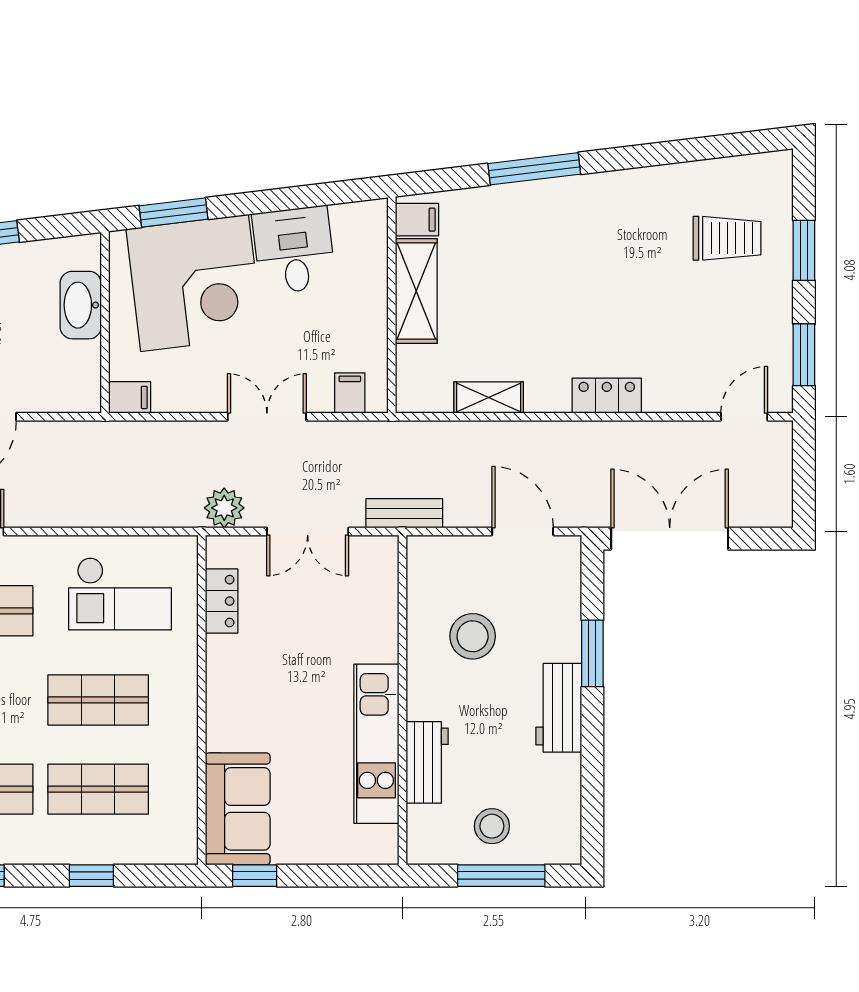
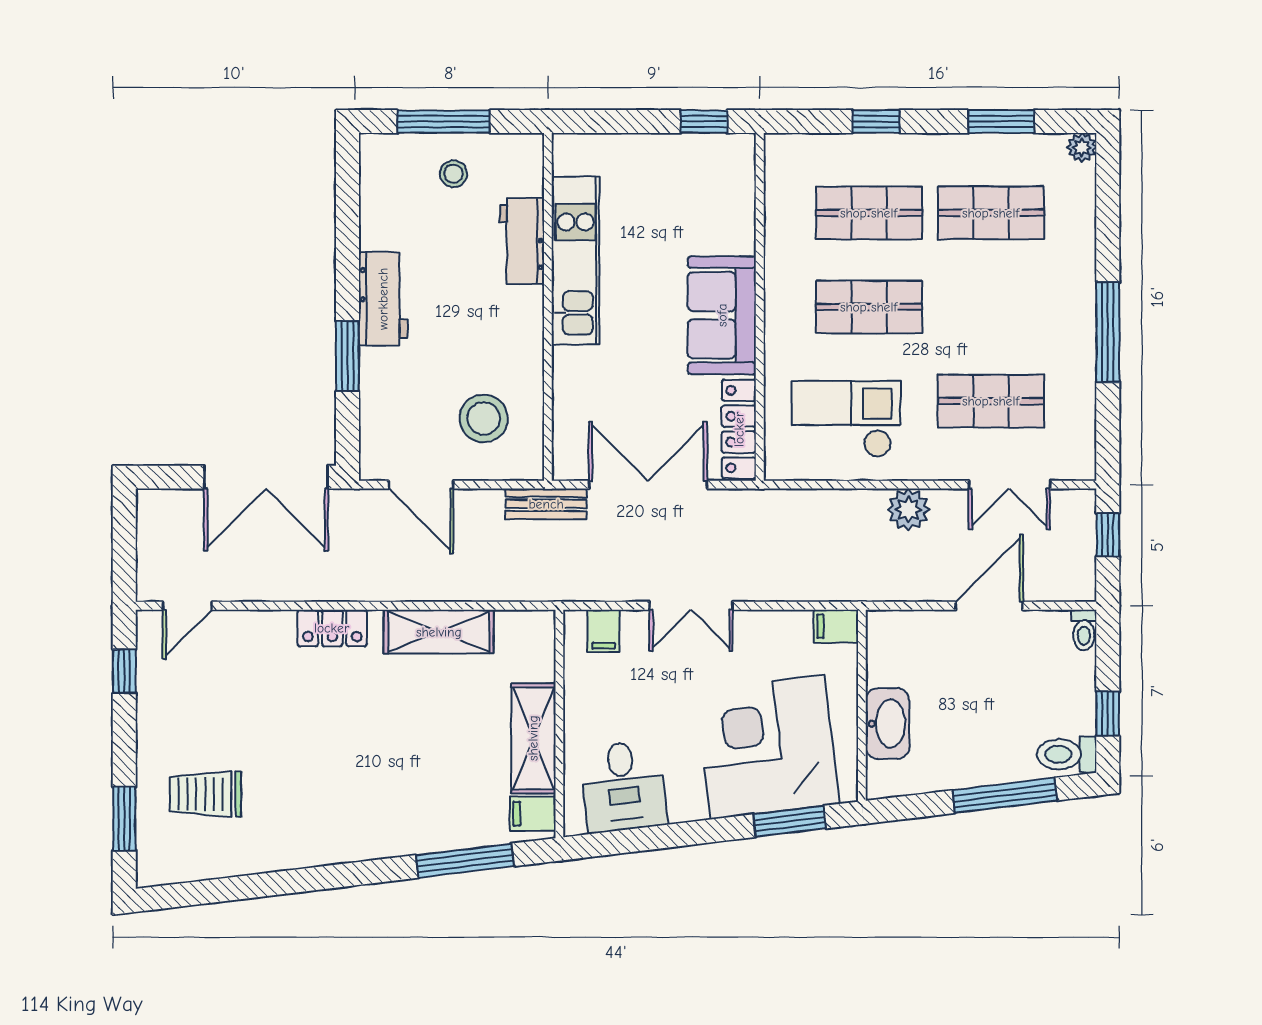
window: (534, 169) -> (465, 861), moved
desk: (294, 250) -> (623, 786), moved
window: (804, 250) -> (124, 819), moved
window: (804, 355) -> (124, 671), width x0.67
shelving: (489, 398) -> (439, 632), width x1.50, depth x1.33
plant: (224, 508) -> (908, 510), moved
double door: (308, 531) -> (648, 485), width x1.37
locker: (222, 601) -> (739, 429), width x1.53
stool: (473, 636) -> (484, 418), moved
sofa: (238, 809) -> (722, 315), moved
stool: (492, 826) -> (454, 174), width x0.73, depth x0.73

